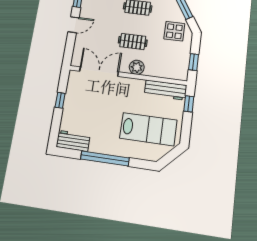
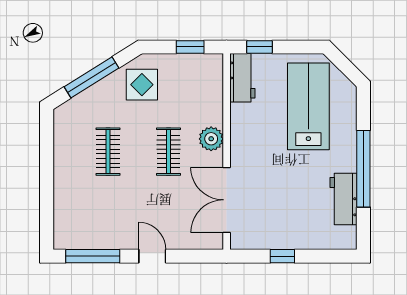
workbench: (166, 90) -> (242, 78), width x0.73
workbench: (73, 141) -> (344, 199), moved

